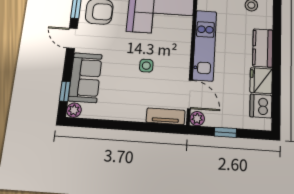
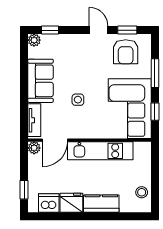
door: (72, 38) -> (99, 30), hinge flipped
sofa: (85, 78) -> (40, 81), moved, turned -90
window: (225, 132) -> (24, 190), moved

